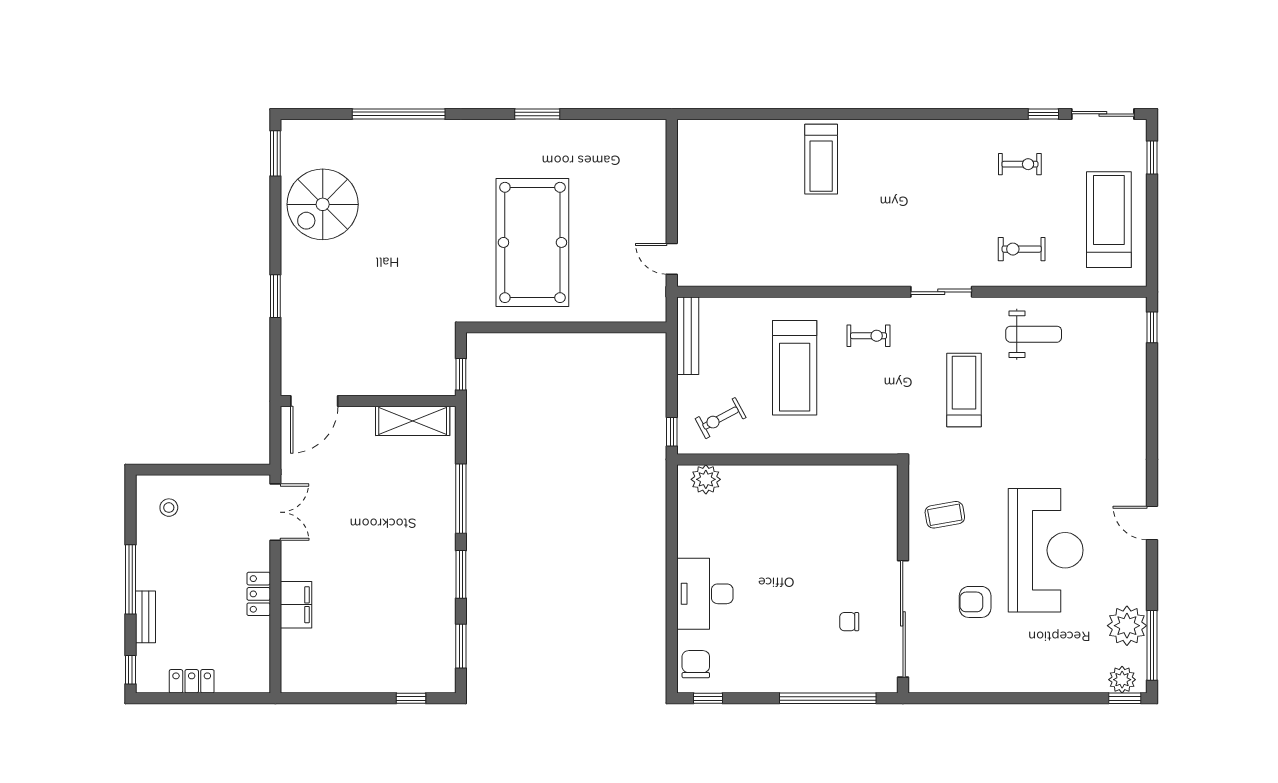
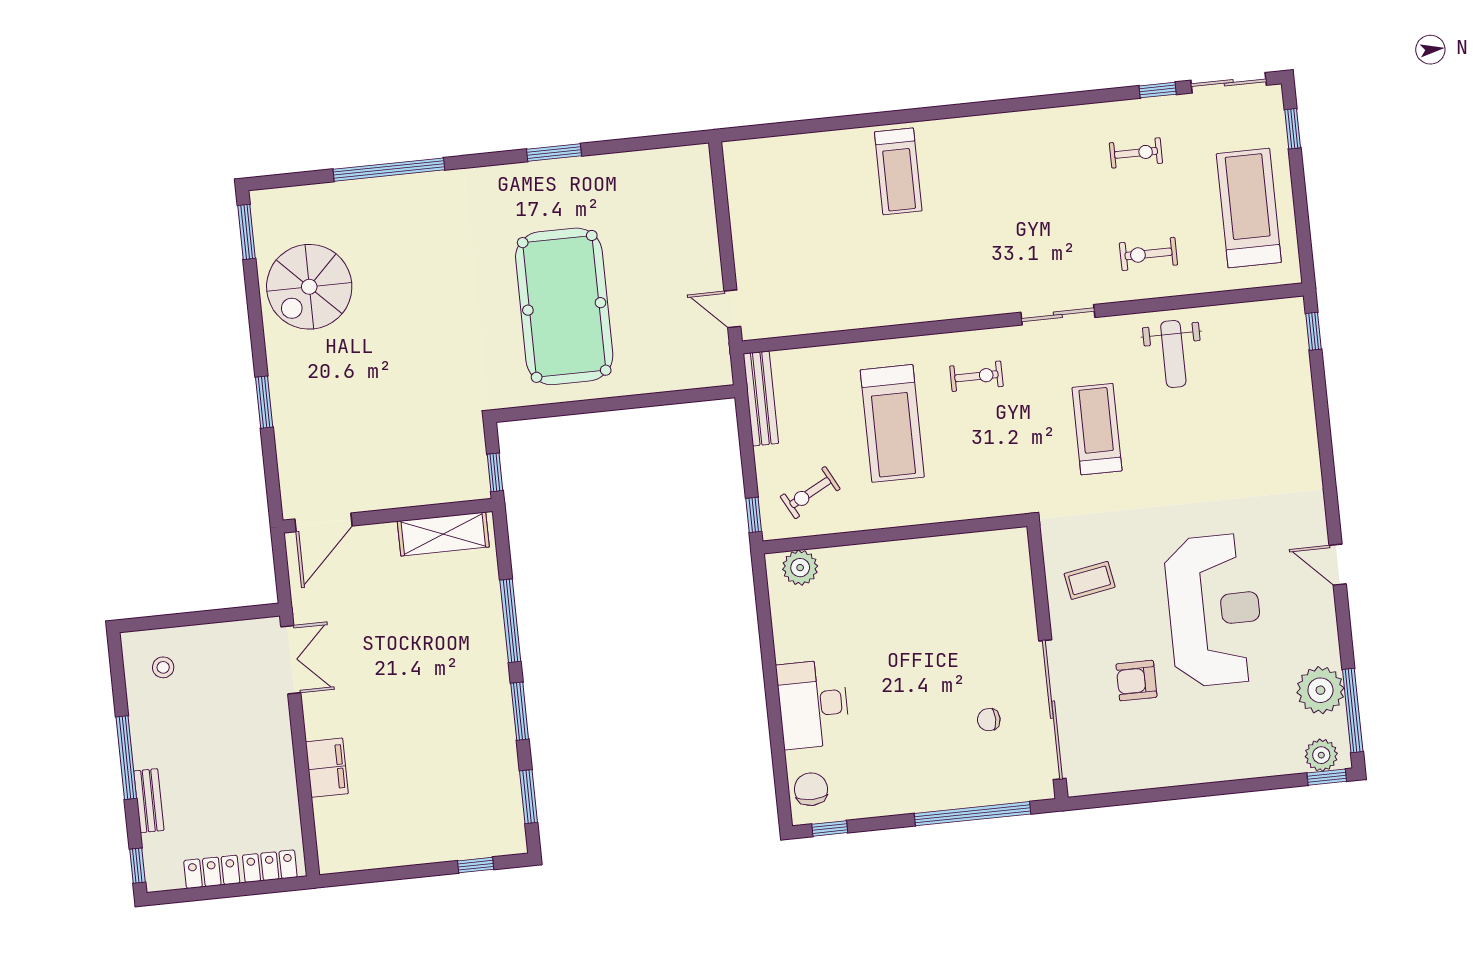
weight bench: (1034, 334) -> (1173, 354), turned 90
locker: (259, 594) -> (270, 866), moved, turned 90

